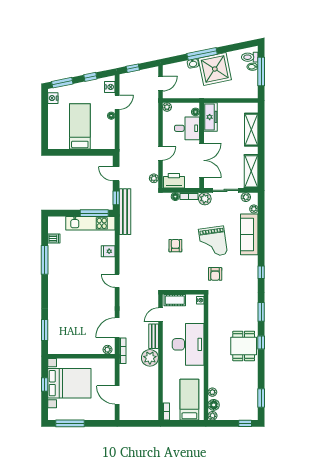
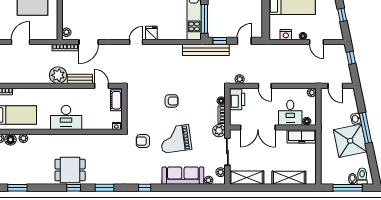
nightstand: (110, 87) -> (286, 35), moved
fridge: (108, 251) -> (151, 33), moved
door: (117, 328) -> (89, 42), swing flipped
desk: (188, 344) -> (66, 117), width x0.73, depth x0.77

